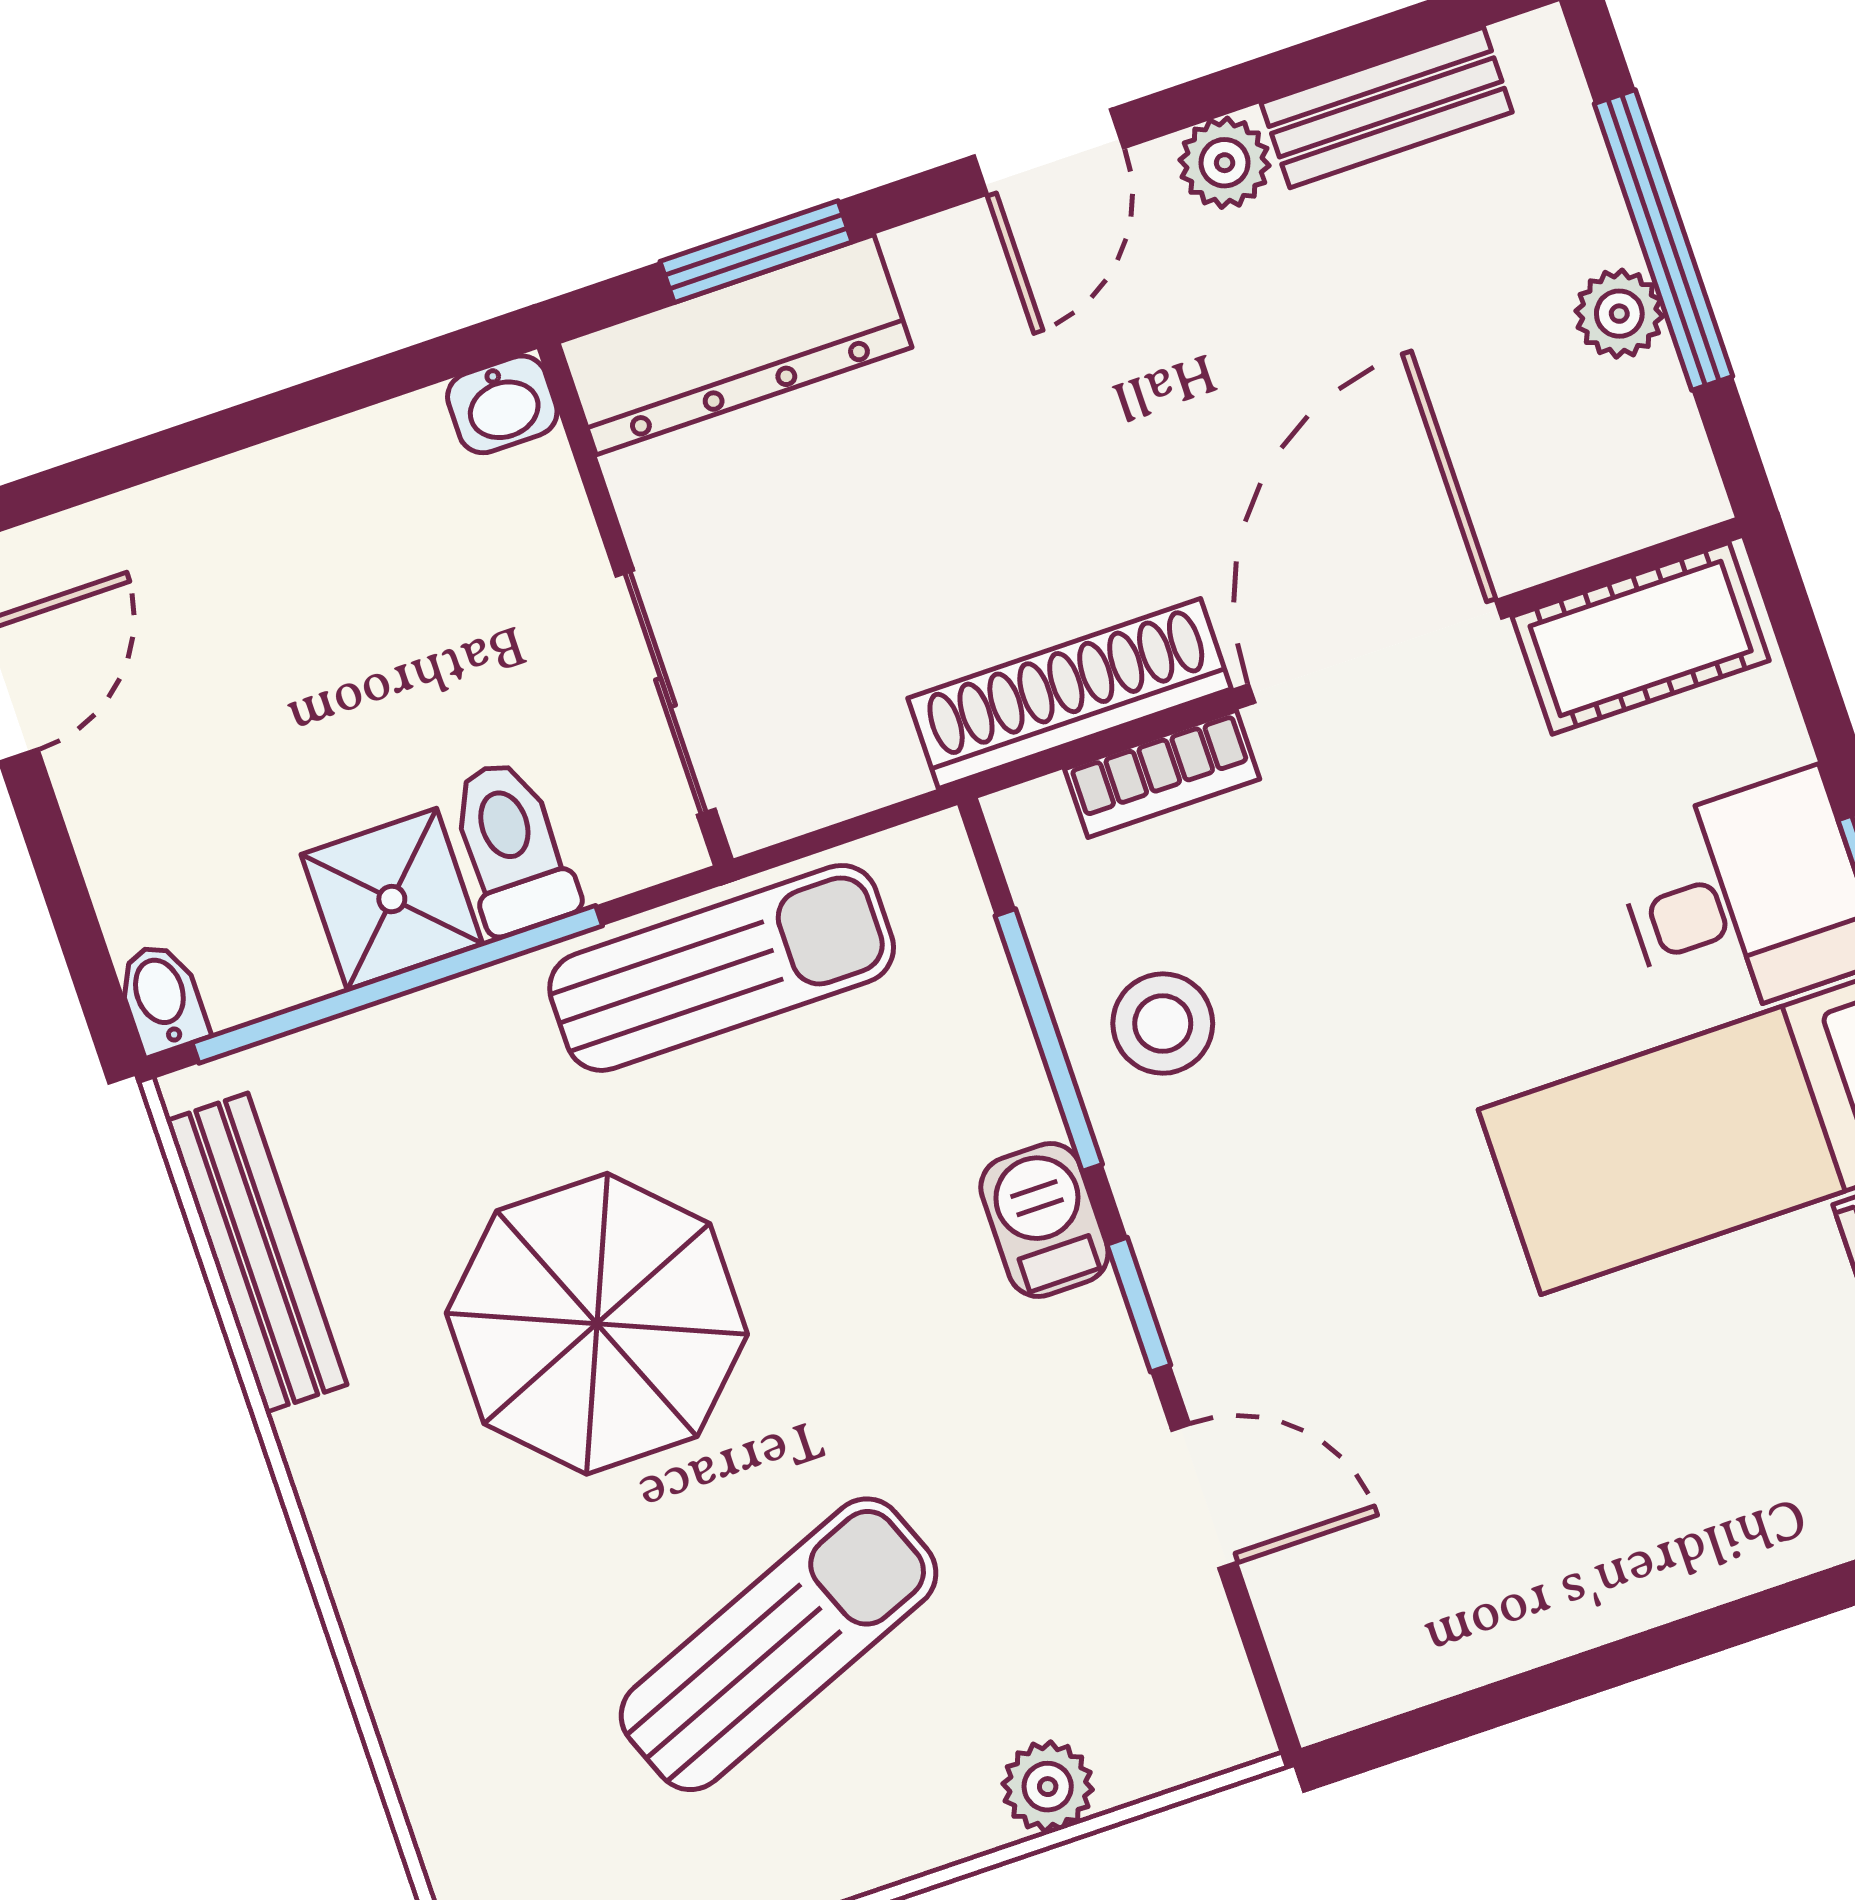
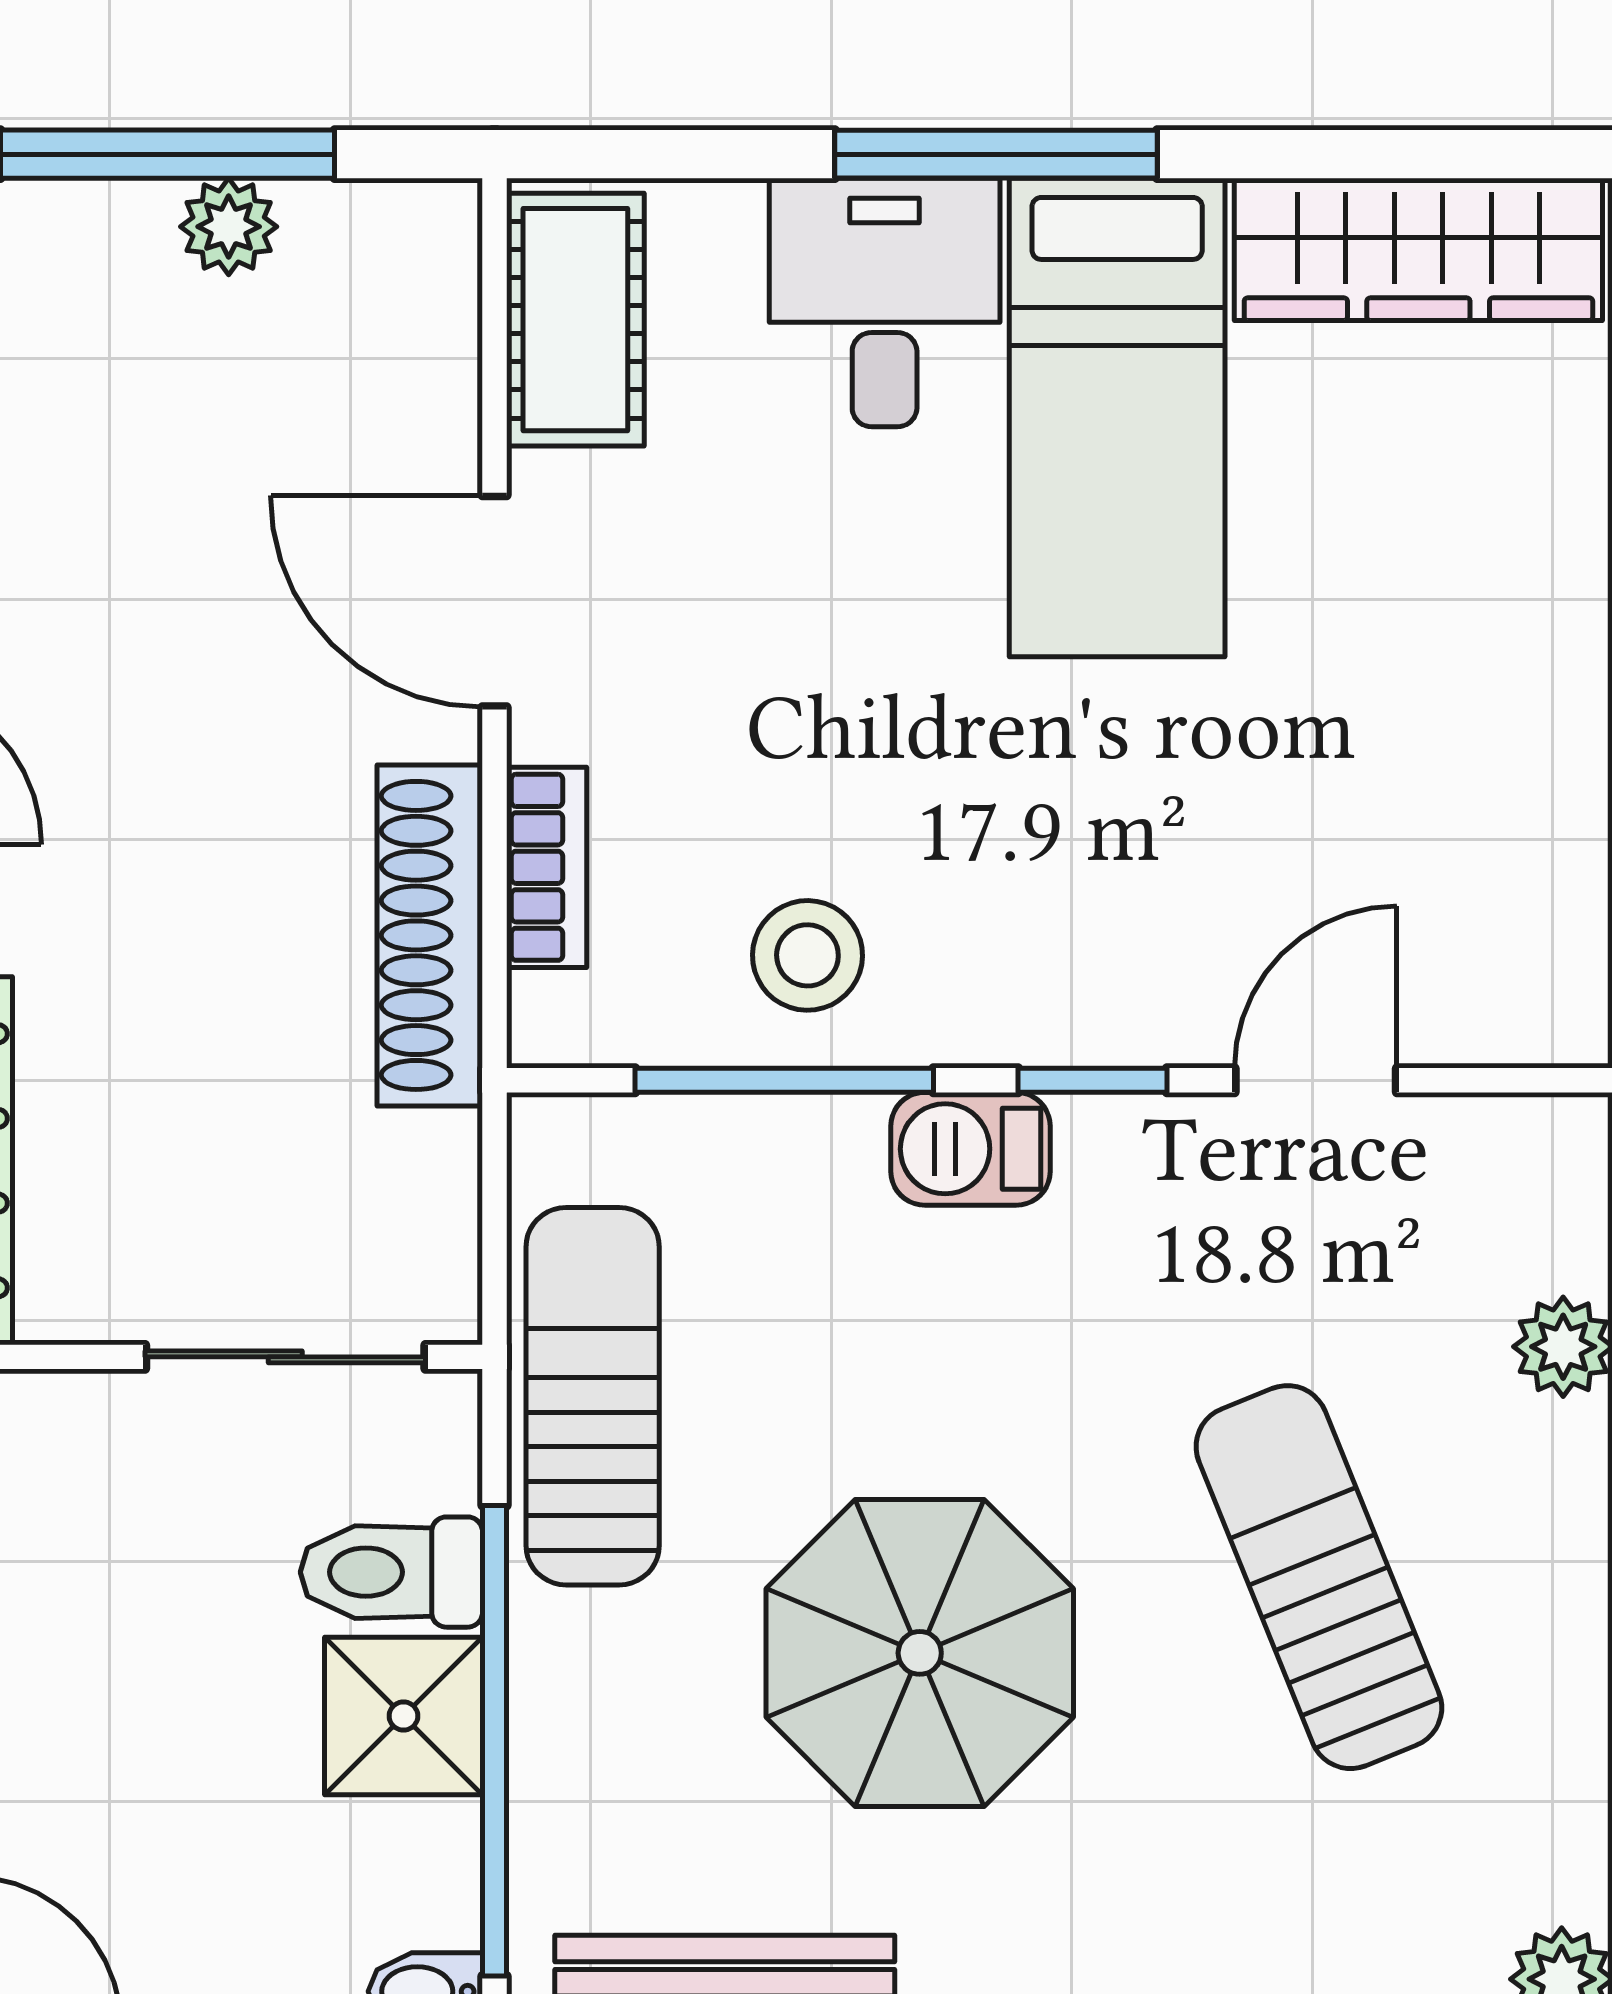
door: (1375, 651) -> (495, 601), width x0.73

